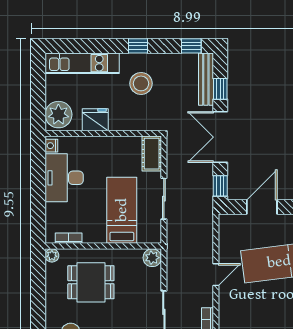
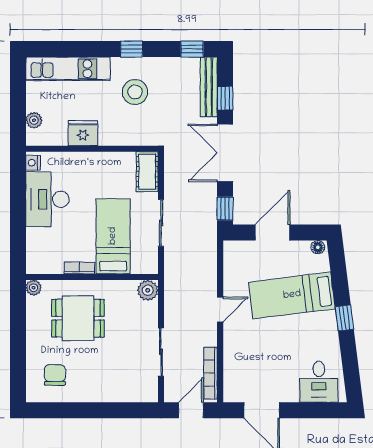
plant: (58, 115) -> (34, 120), width x0.53, depth x0.53
bookcase: (69, 238) -> (79, 268), moved

